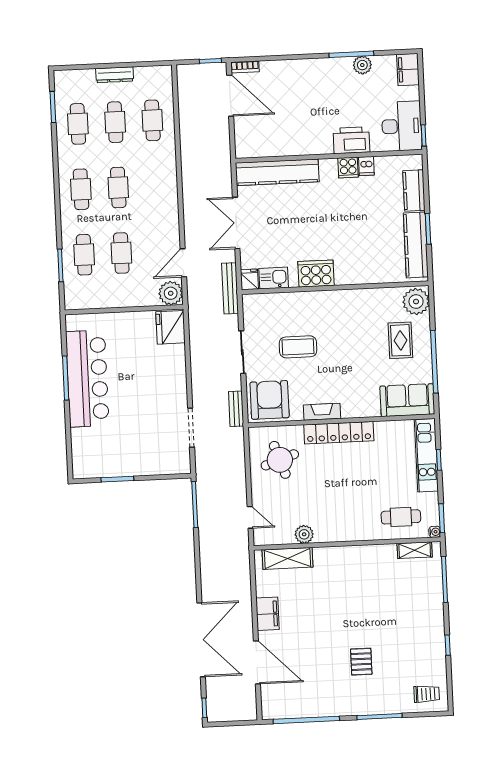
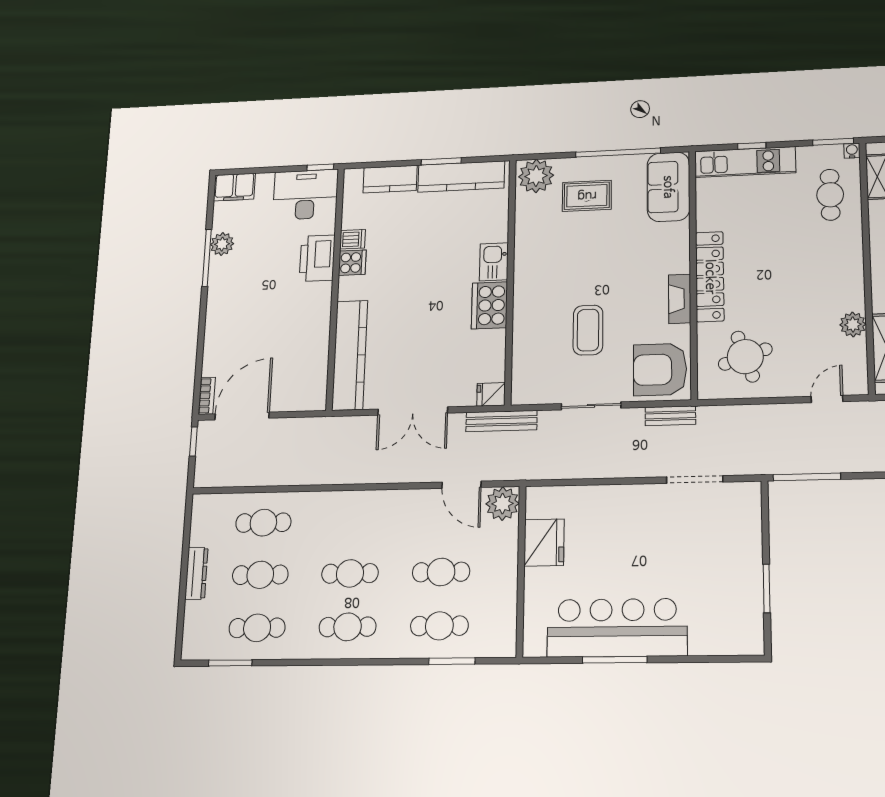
kitchen sink: (274, 278) -> (494, 262), moved
fridge: (170, 327) -> (544, 542), moved, turned -90

